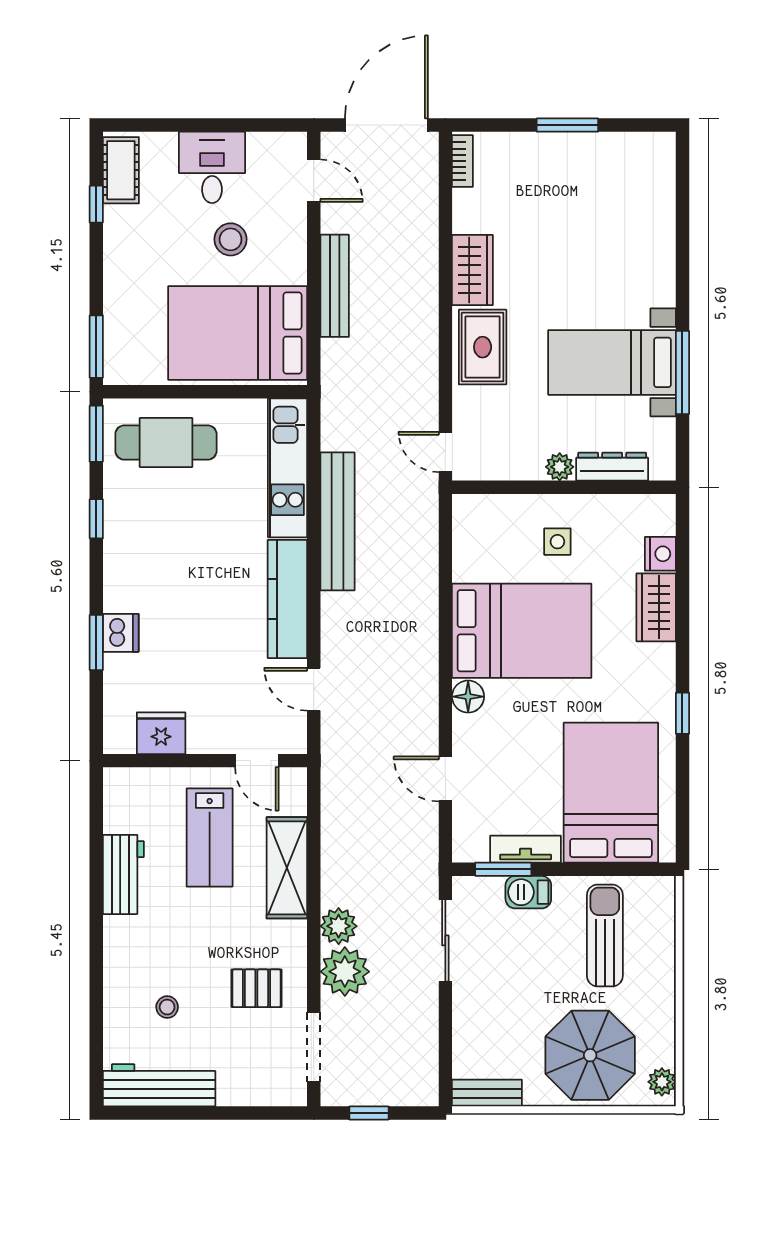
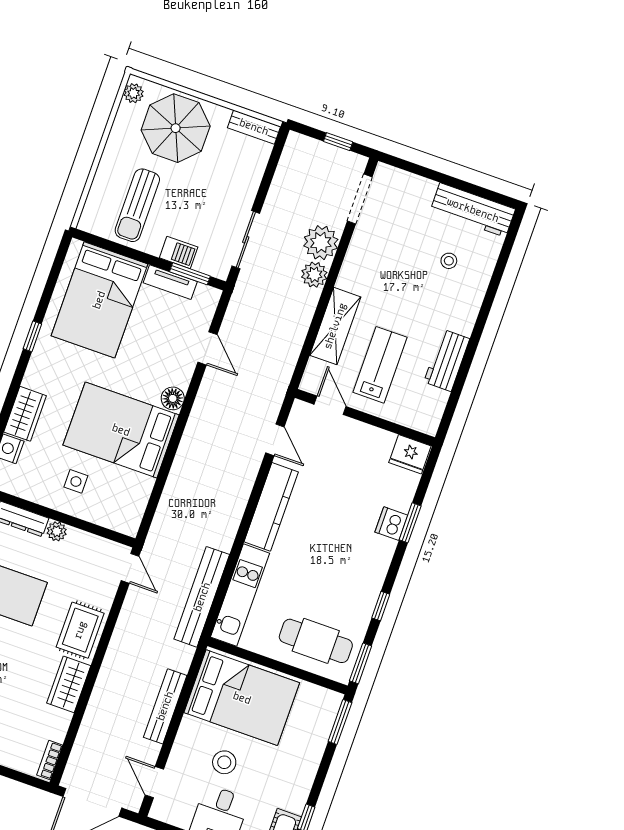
bench: (337, 521) -> (202, 597), moved
fridge: (161, 733) -> (410, 454), moved
pallet: (256, 988) -> (384, 252), removed

